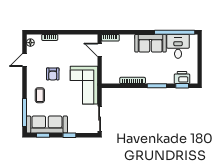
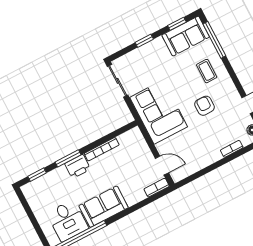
printer: (182, 77) -> (78, 166), moved
sofa: (47, 124) -> (186, 36), width x0.73

